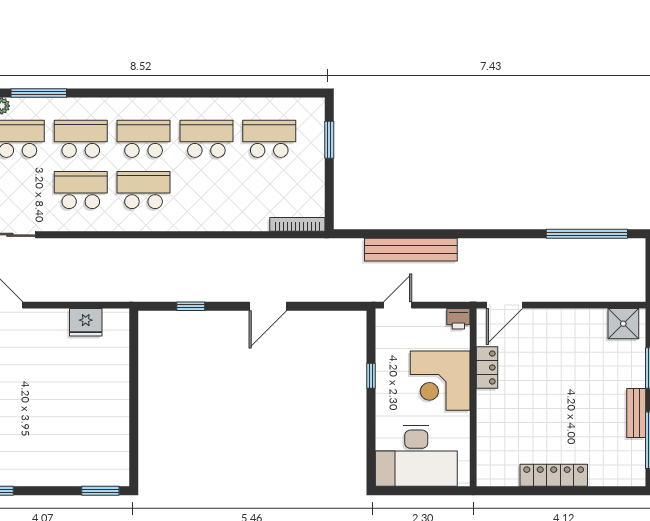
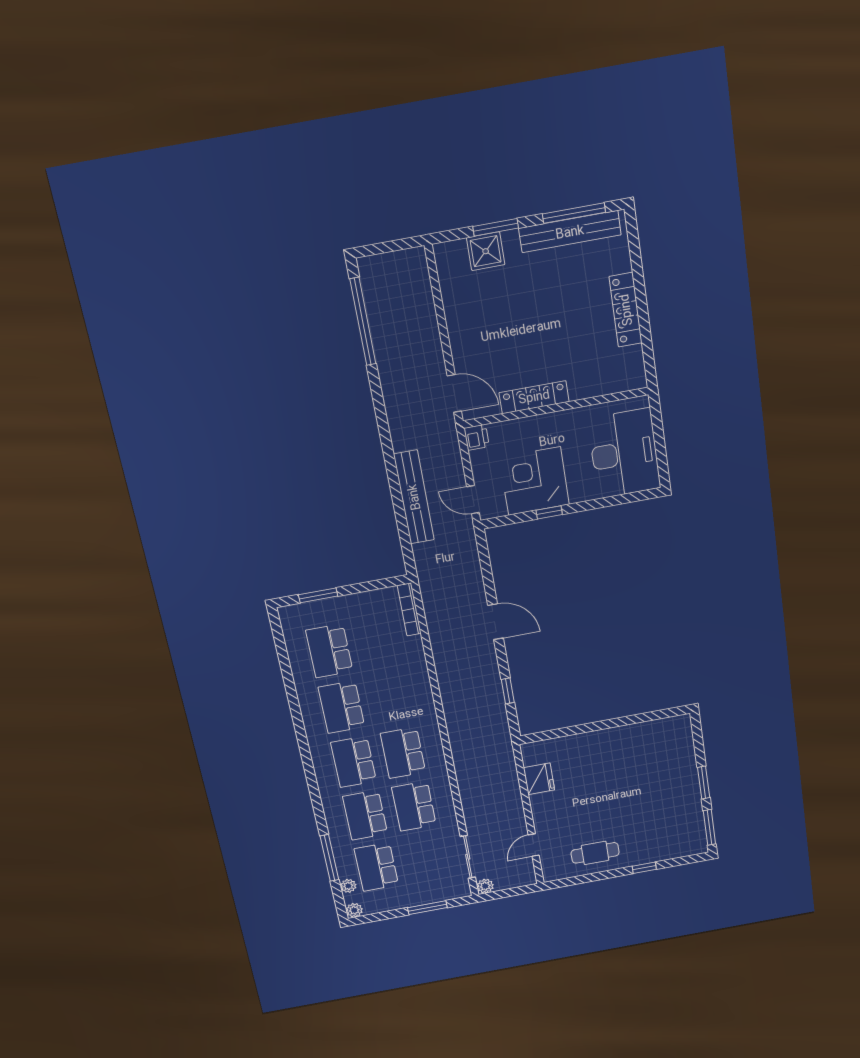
shower: (623, 324) -> (486, 251), moved
locker: (487, 367) -> (534, 397), width x1.53
corner desk: (440, 381) -> (534, 481), moved, turned 180
bench: (636, 413) -> (570, 232), width x1.86, depth x1.21
window: (100, 491) -> (704, 782), moved

